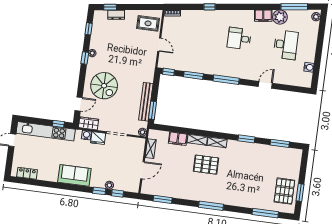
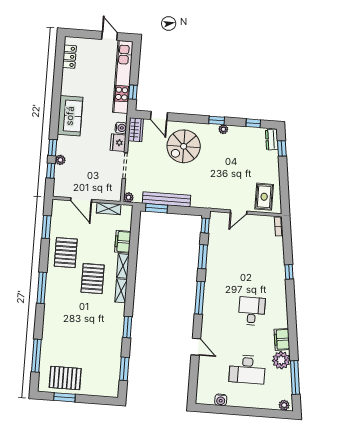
dresser: (116, 15) -> (272, 140), moved
pallet: (184, 185) -> (66, 253), added

